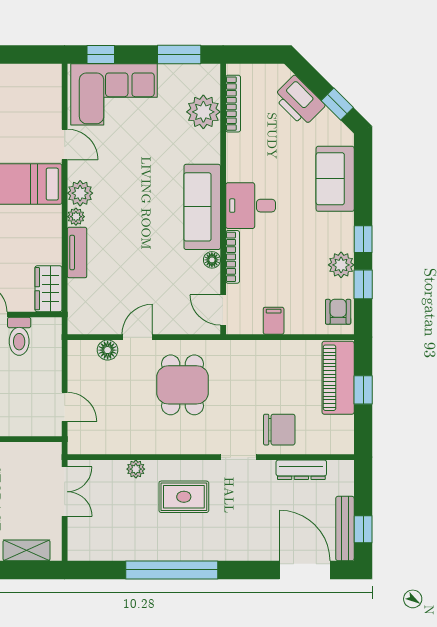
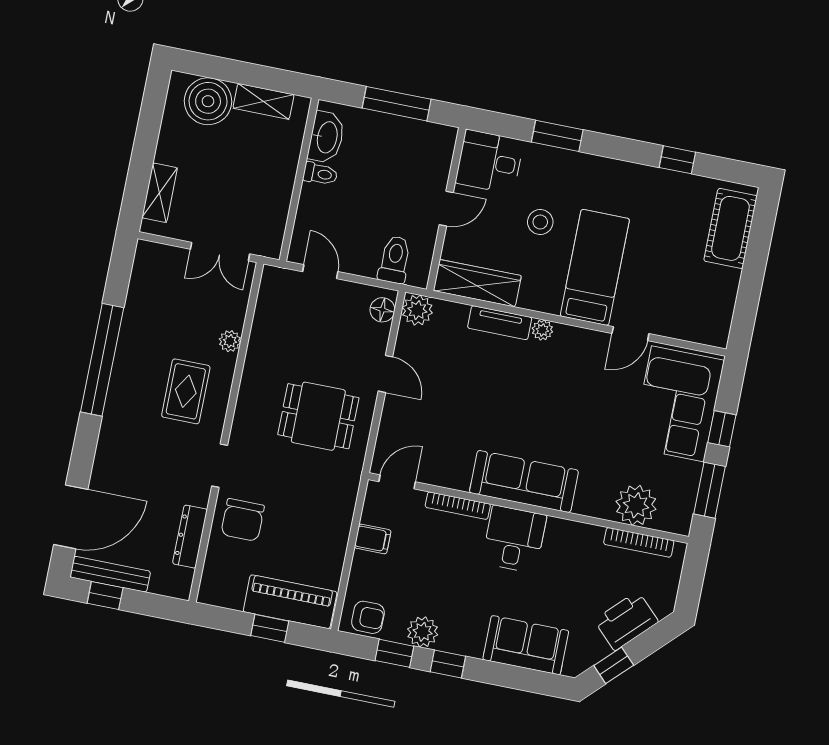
window: (101, 54) -> (722, 429), moved
plant: (80, 193) -> (417, 310), moved
floor lamp: (212, 260) -> (459, 481), removed
wardrobe: (48, 289) -> (477, 283), width x1.50
toilet: (19, 336) -> (395, 260), moved, turned 90
floor lamp: (108, 350) -> (382, 310), moved
door: (65, 407) -> (320, 272), swing flipped

